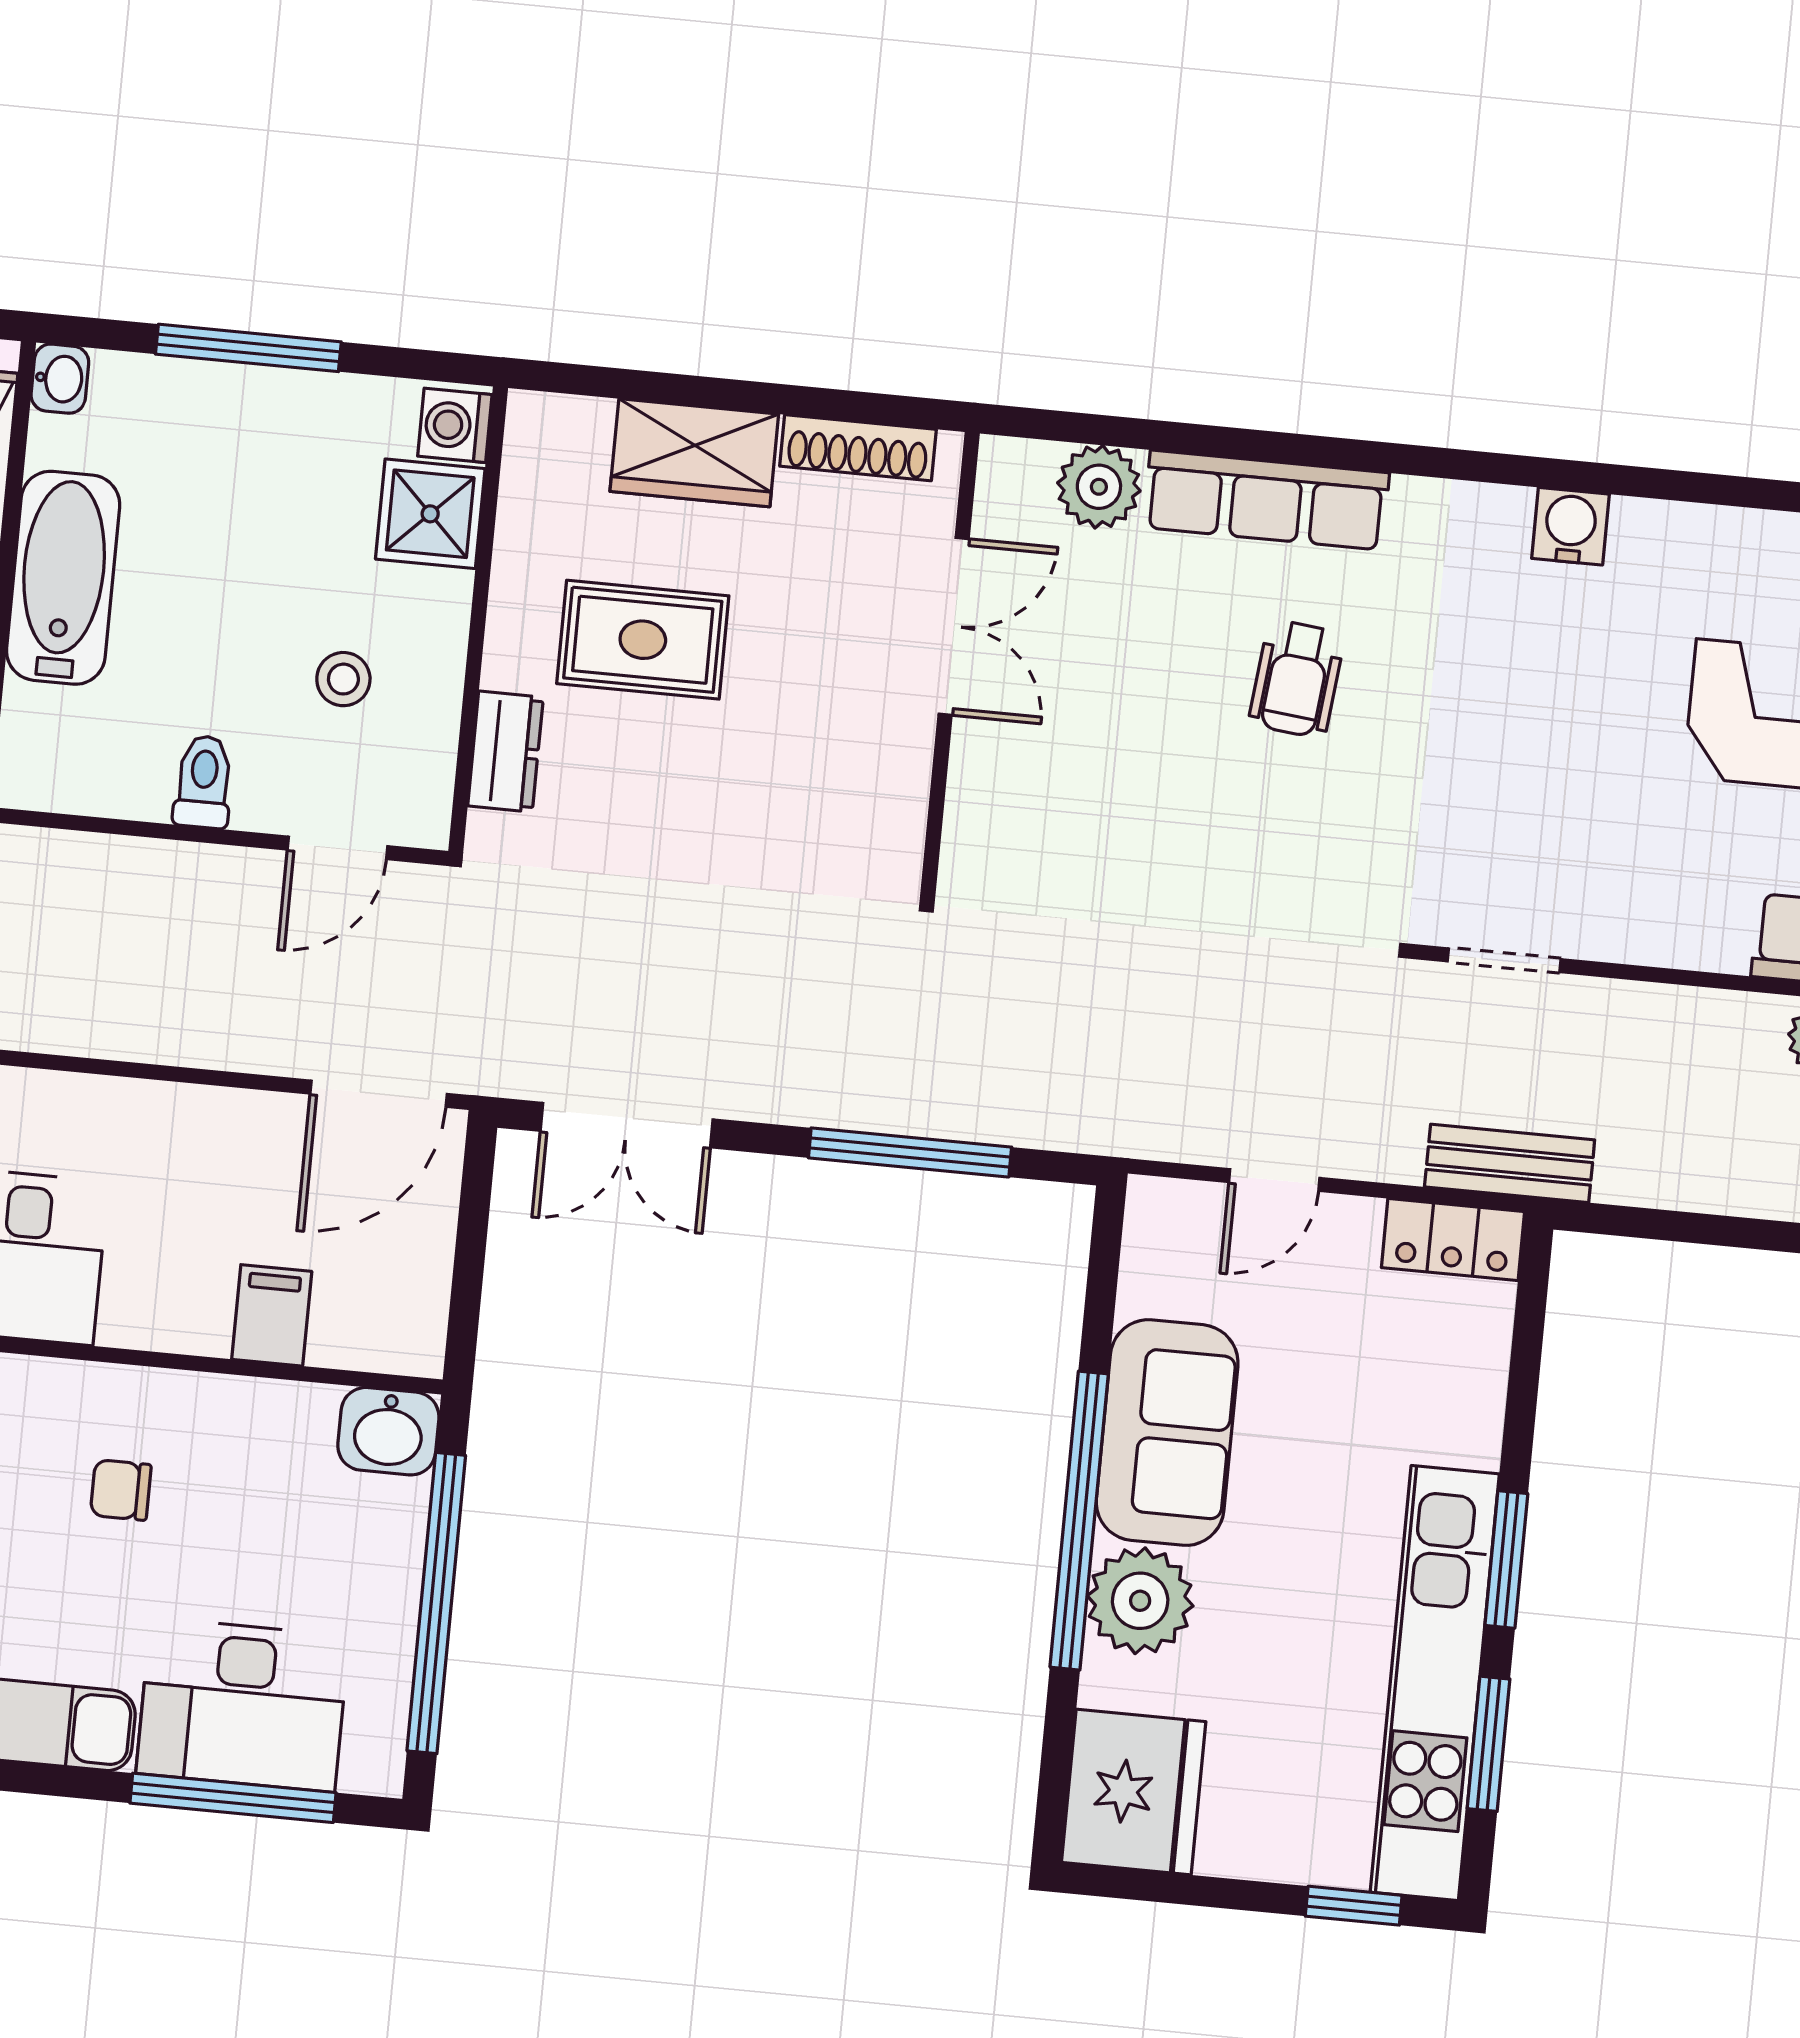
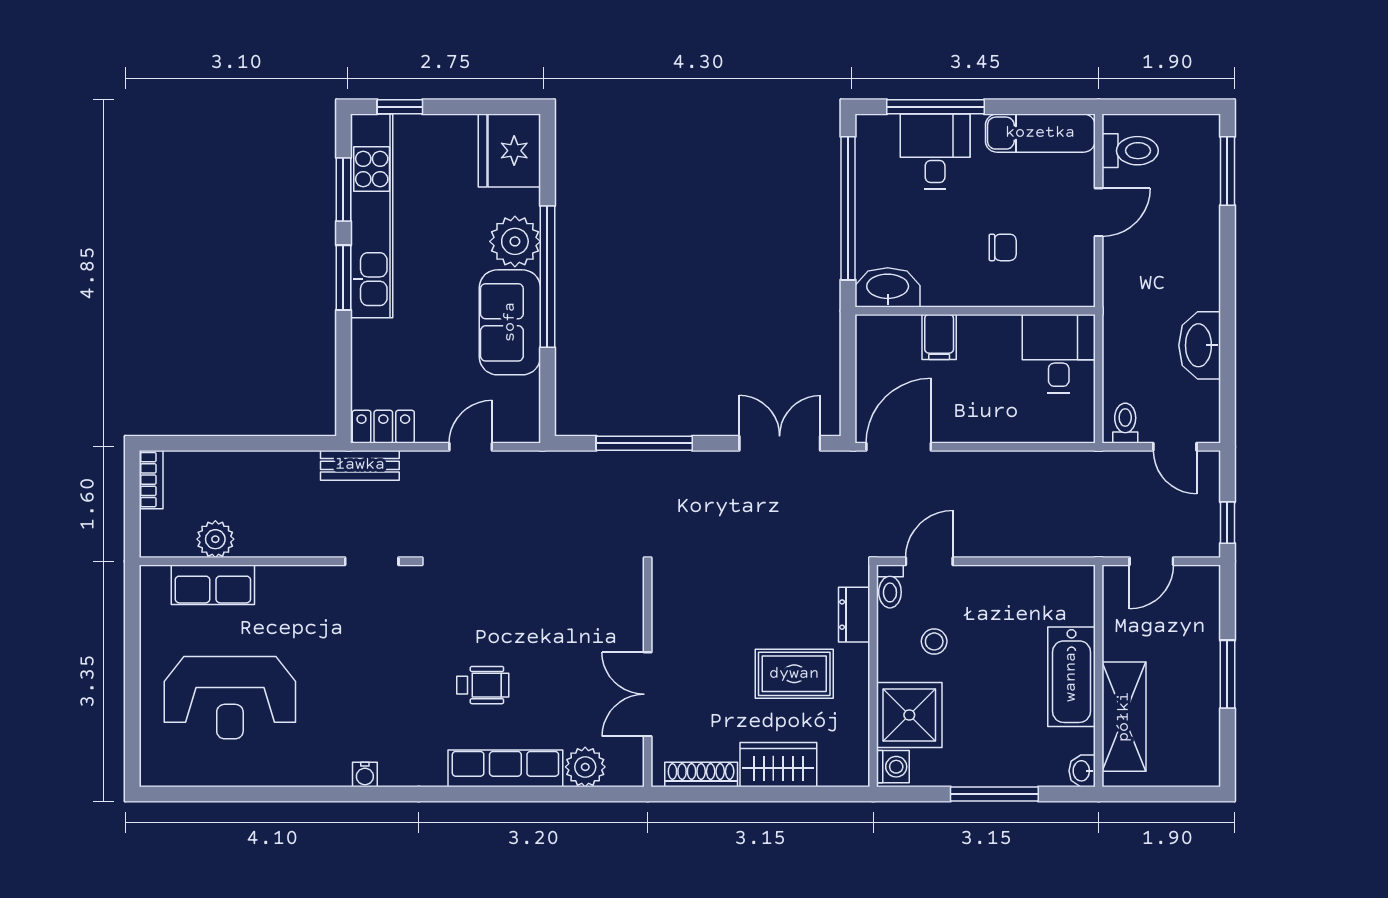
shower: (430, 514) -> (909, 715), width x1.36, depth x1.36
water cooler: (1570, 526) -> (365, 775), width x0.72, depth x0.72
wheelchair: (1297, 679) -> (483, 685), turned 84
toilet: (204, 782) -> (890, 586), moved
washbasin: (388, 1431) -> (888, 287), width x1.38
desk: (243, 1705) -> (935, 151), width x0.73

